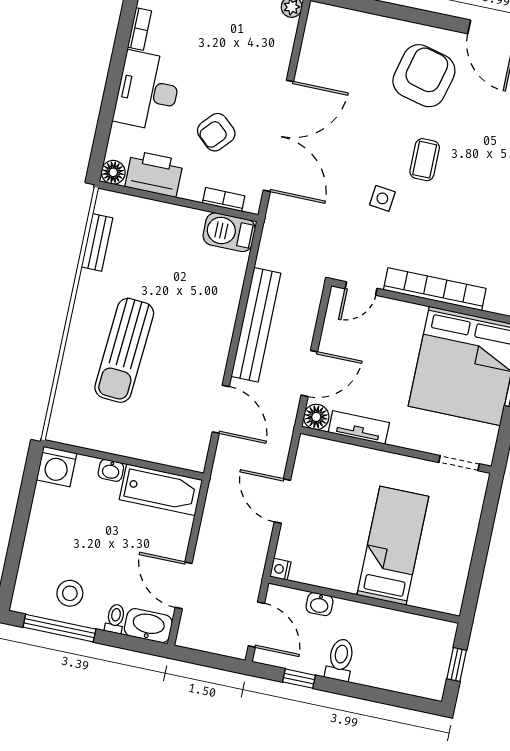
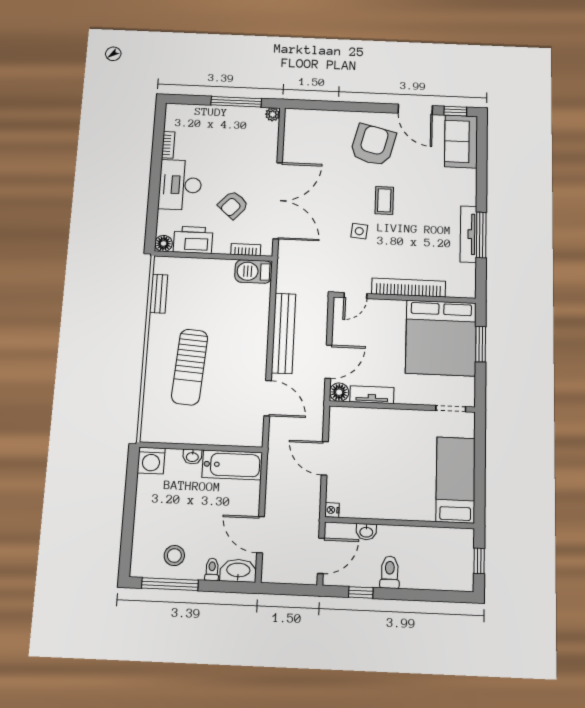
bed: (393, 546) -> (456, 480), moved
door: (256, 625) -> (321, 556), hinge flipped

